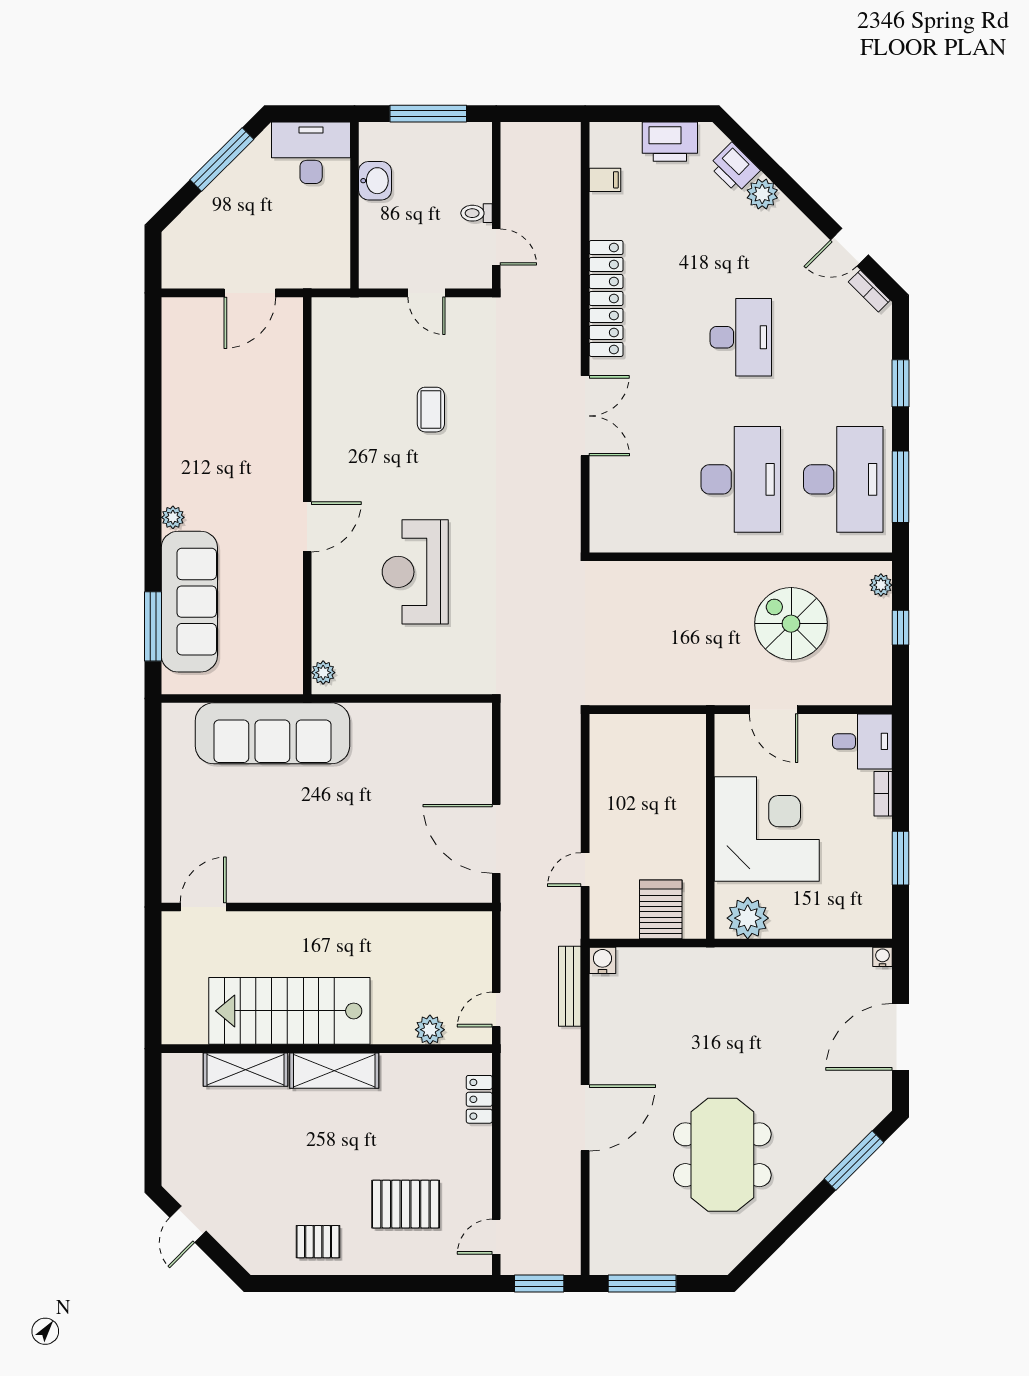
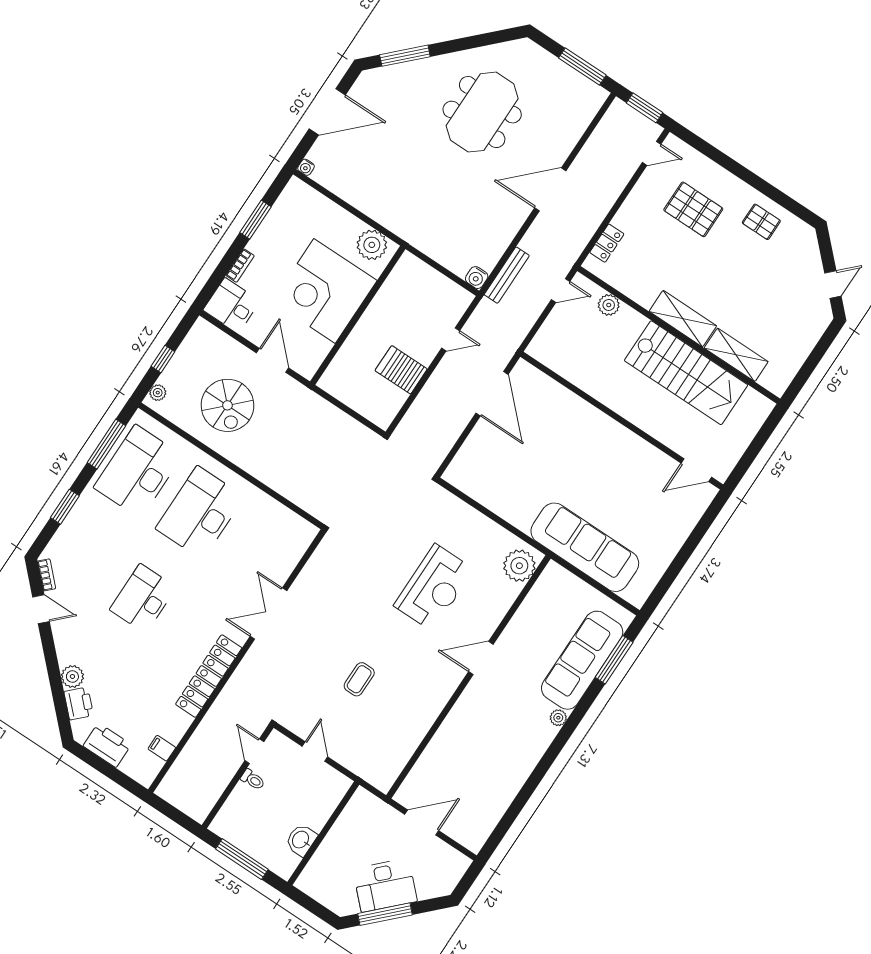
desk: (311, 153) -> (385, 885), moved, turned -45
plant: (323, 673) -> (519, 566), width x1.87, depth x1.87
server rack: (661, 909) -> (401, 370), moved, turned 90

